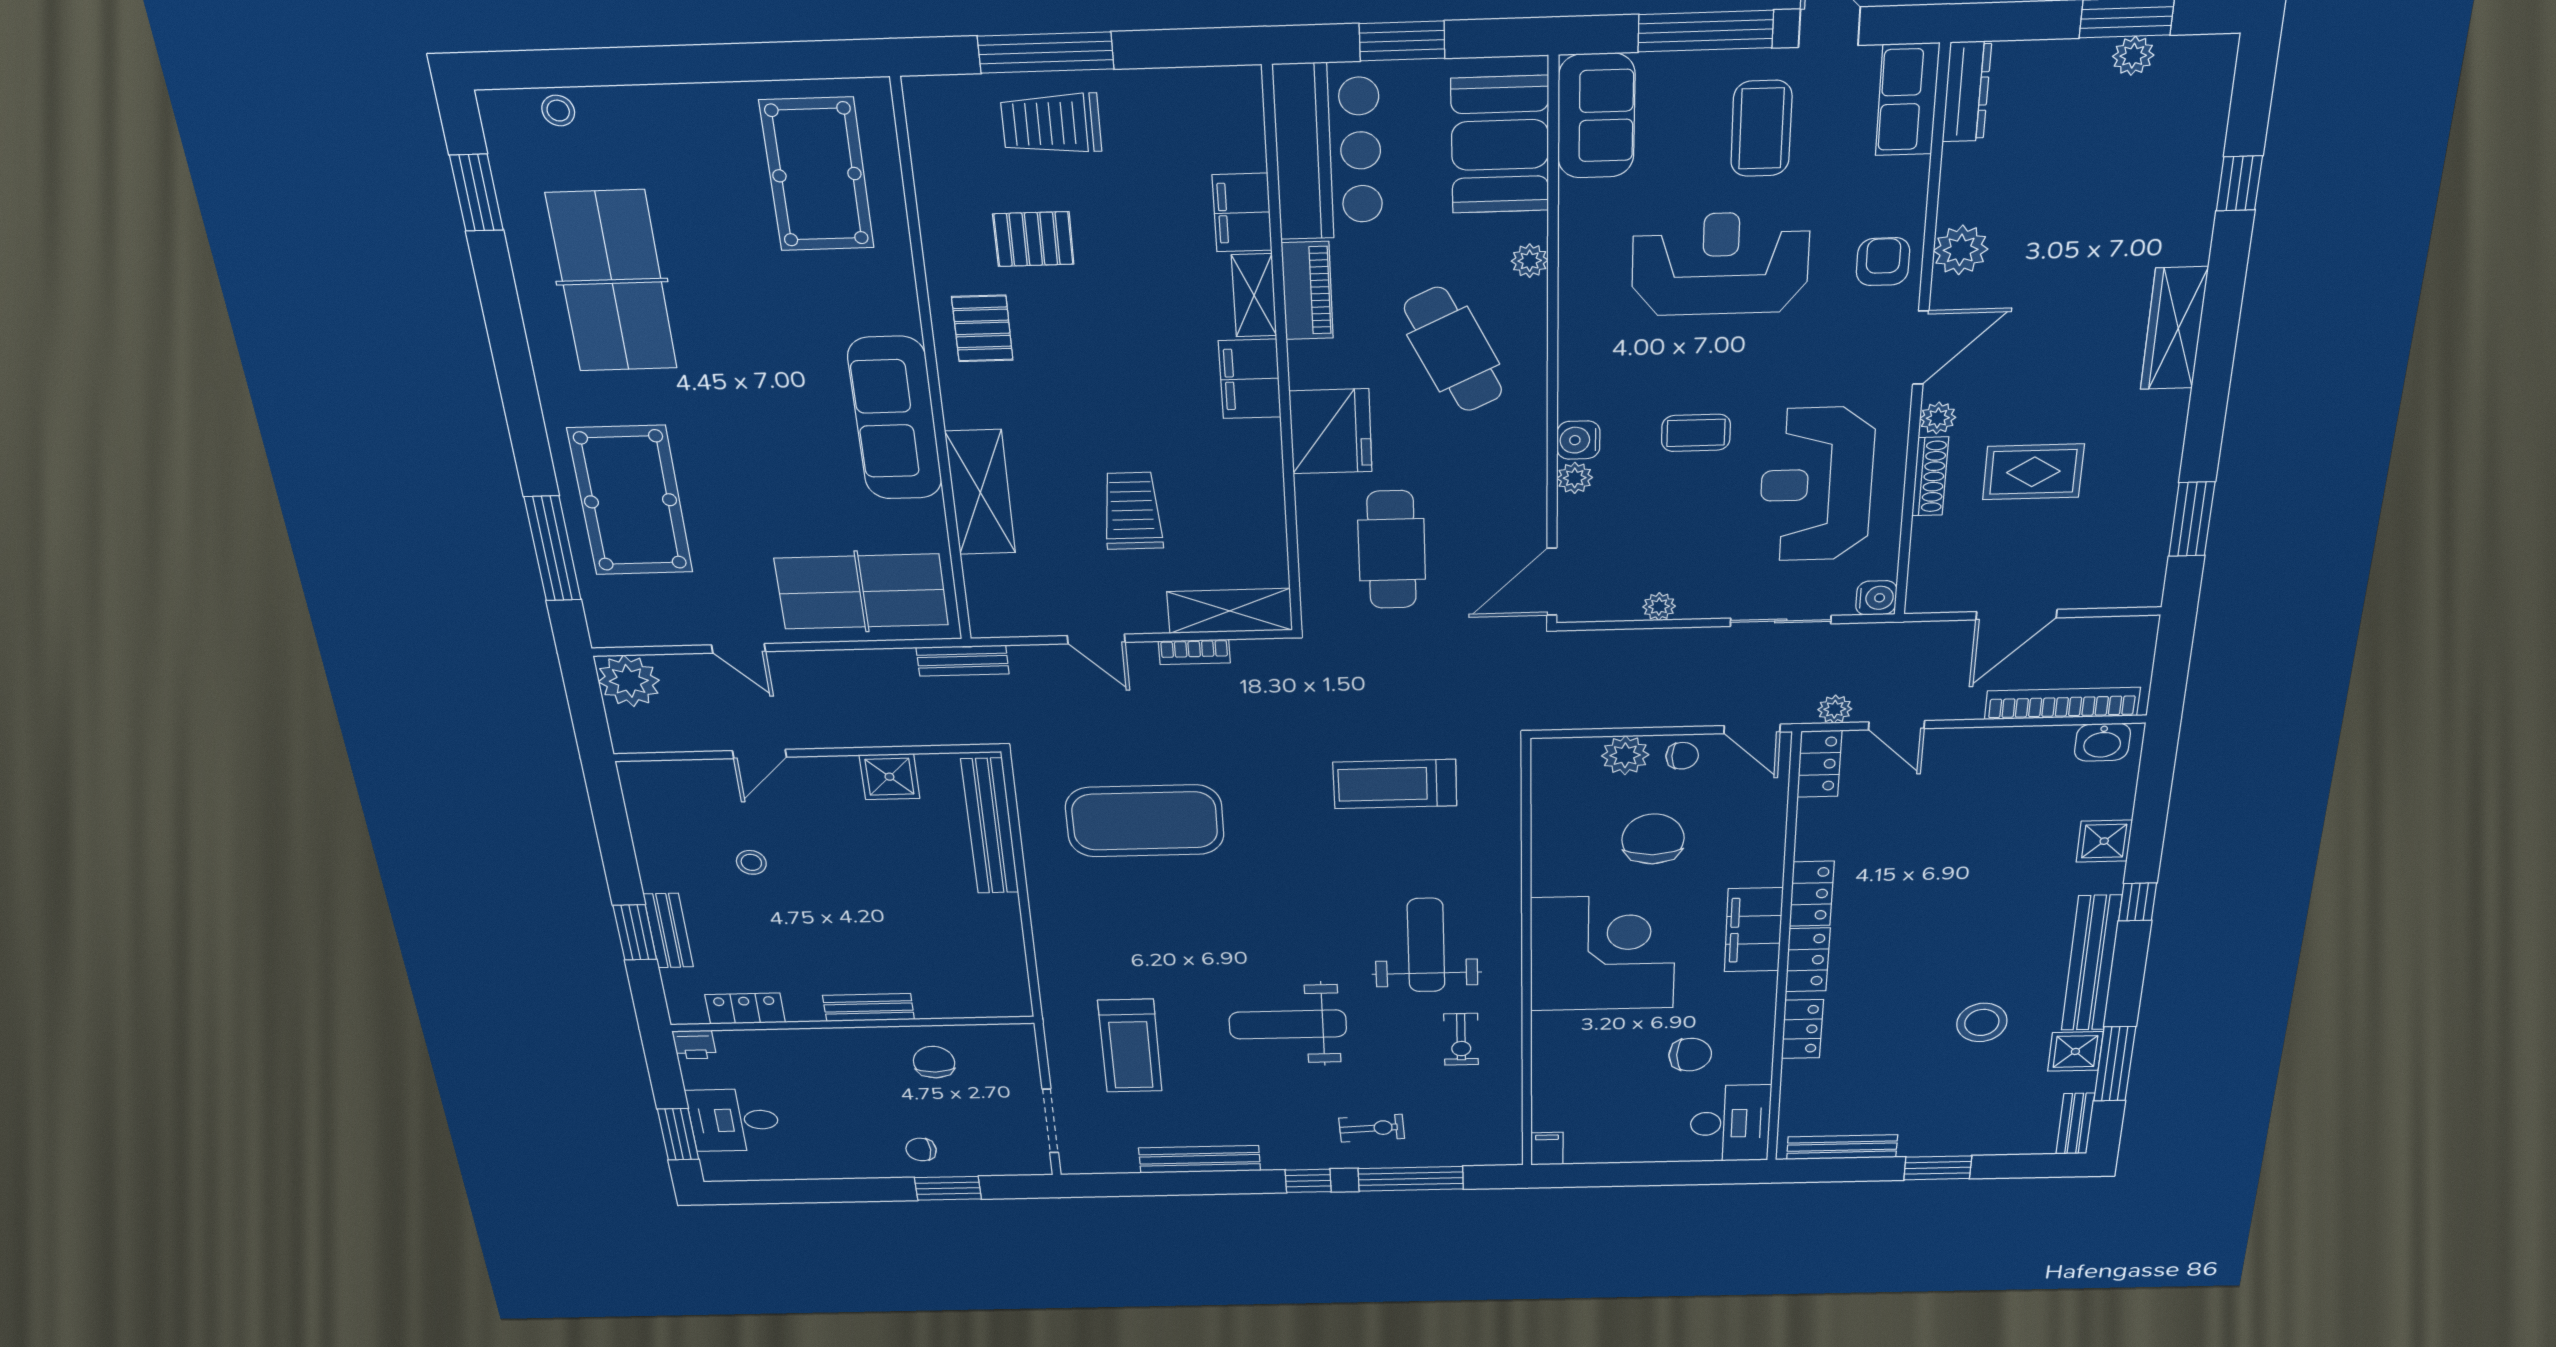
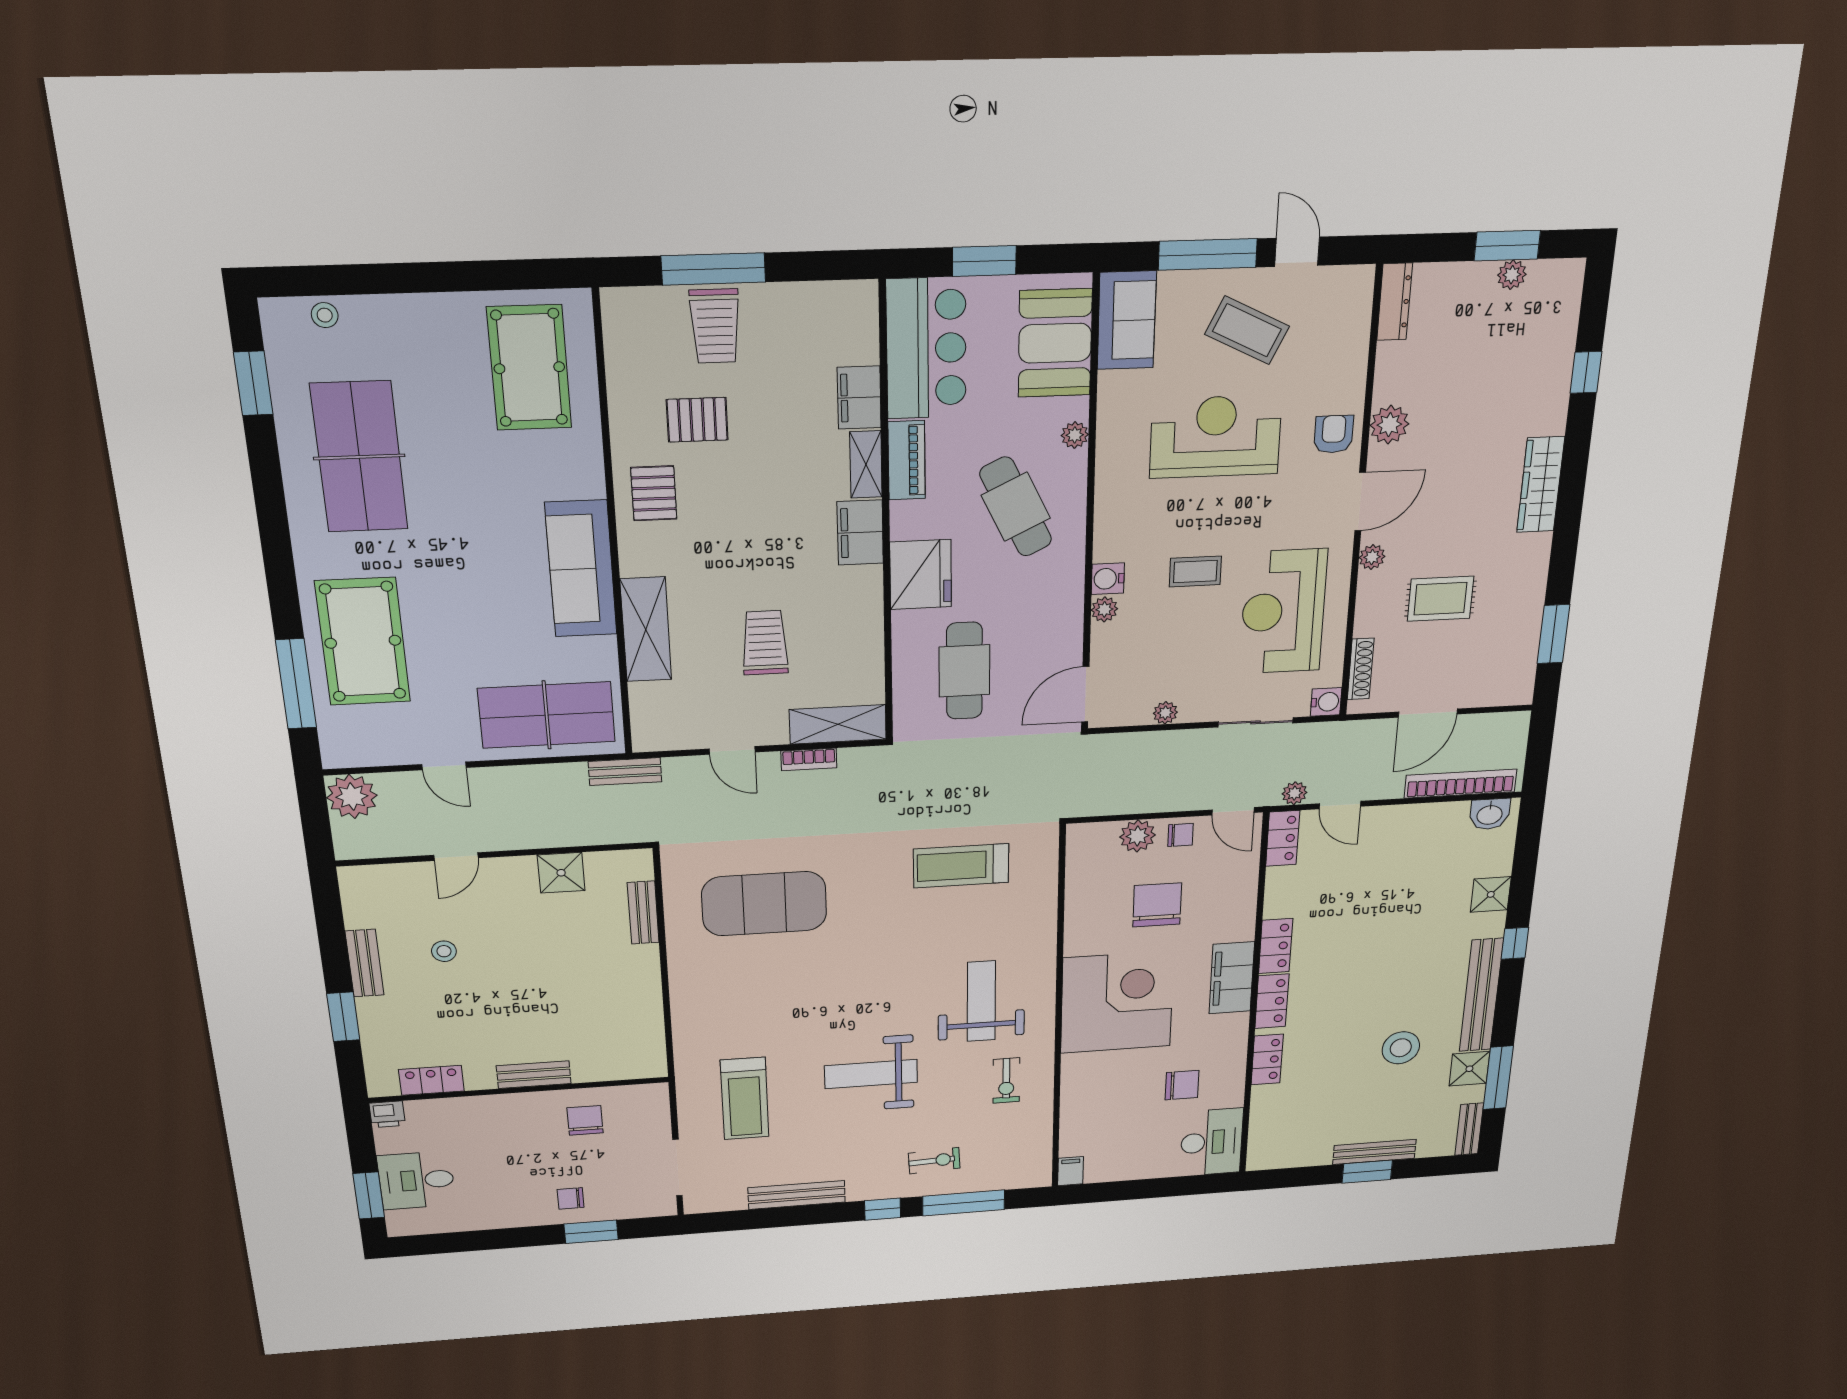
row of seats: (1907, 100) -> (1352, 308), removed
trolley: (1051, 124) -> (715, 326), turned -90
coffee table: (1761, 129) -> (1247, 330), turned -64
shoe rack: (1930, 477) -> (1361, 669), moved
bench: (990, 826) -> (643, 913), width x0.54, depth x0.82
bench: (668, 931) -> (364, 963), moved
bench: (1842, 1147) -> (1374, 1152), moved

